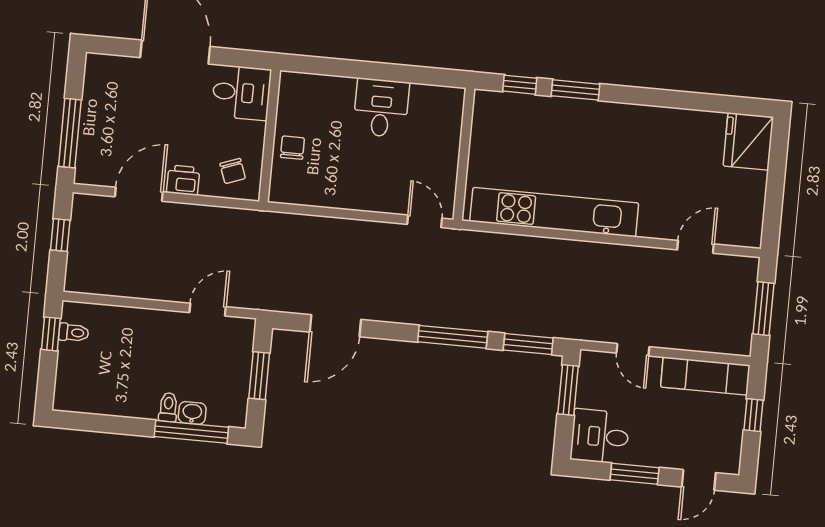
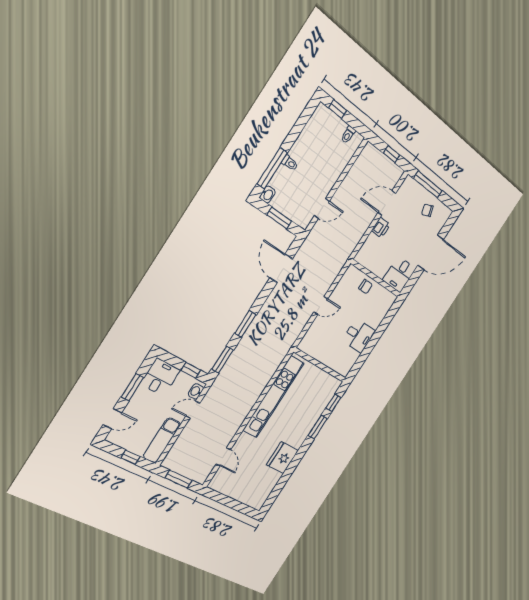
fridge: (748, 141) -> (282, 458), moved, turned -90
chair: (233, 171) -> (427, 210), moved
door: (139, 194) -> (387, 203), swing flipped
door: (425, 221) -> (321, 305), moved
door: (208, 310) -> (322, 208), hinge flipped
window: (51, 334) -> (338, 109), moved
window: (453, 337) -> (245, 324), width x0.69
washbasin: (600, 362) -> (196, 391), added
window: (568, 390) -> (191, 370), width x0.67
washbasin: (192, 413) -> (268, 194), moved
door: (699, 480) -> (112, 419), swing flipped

